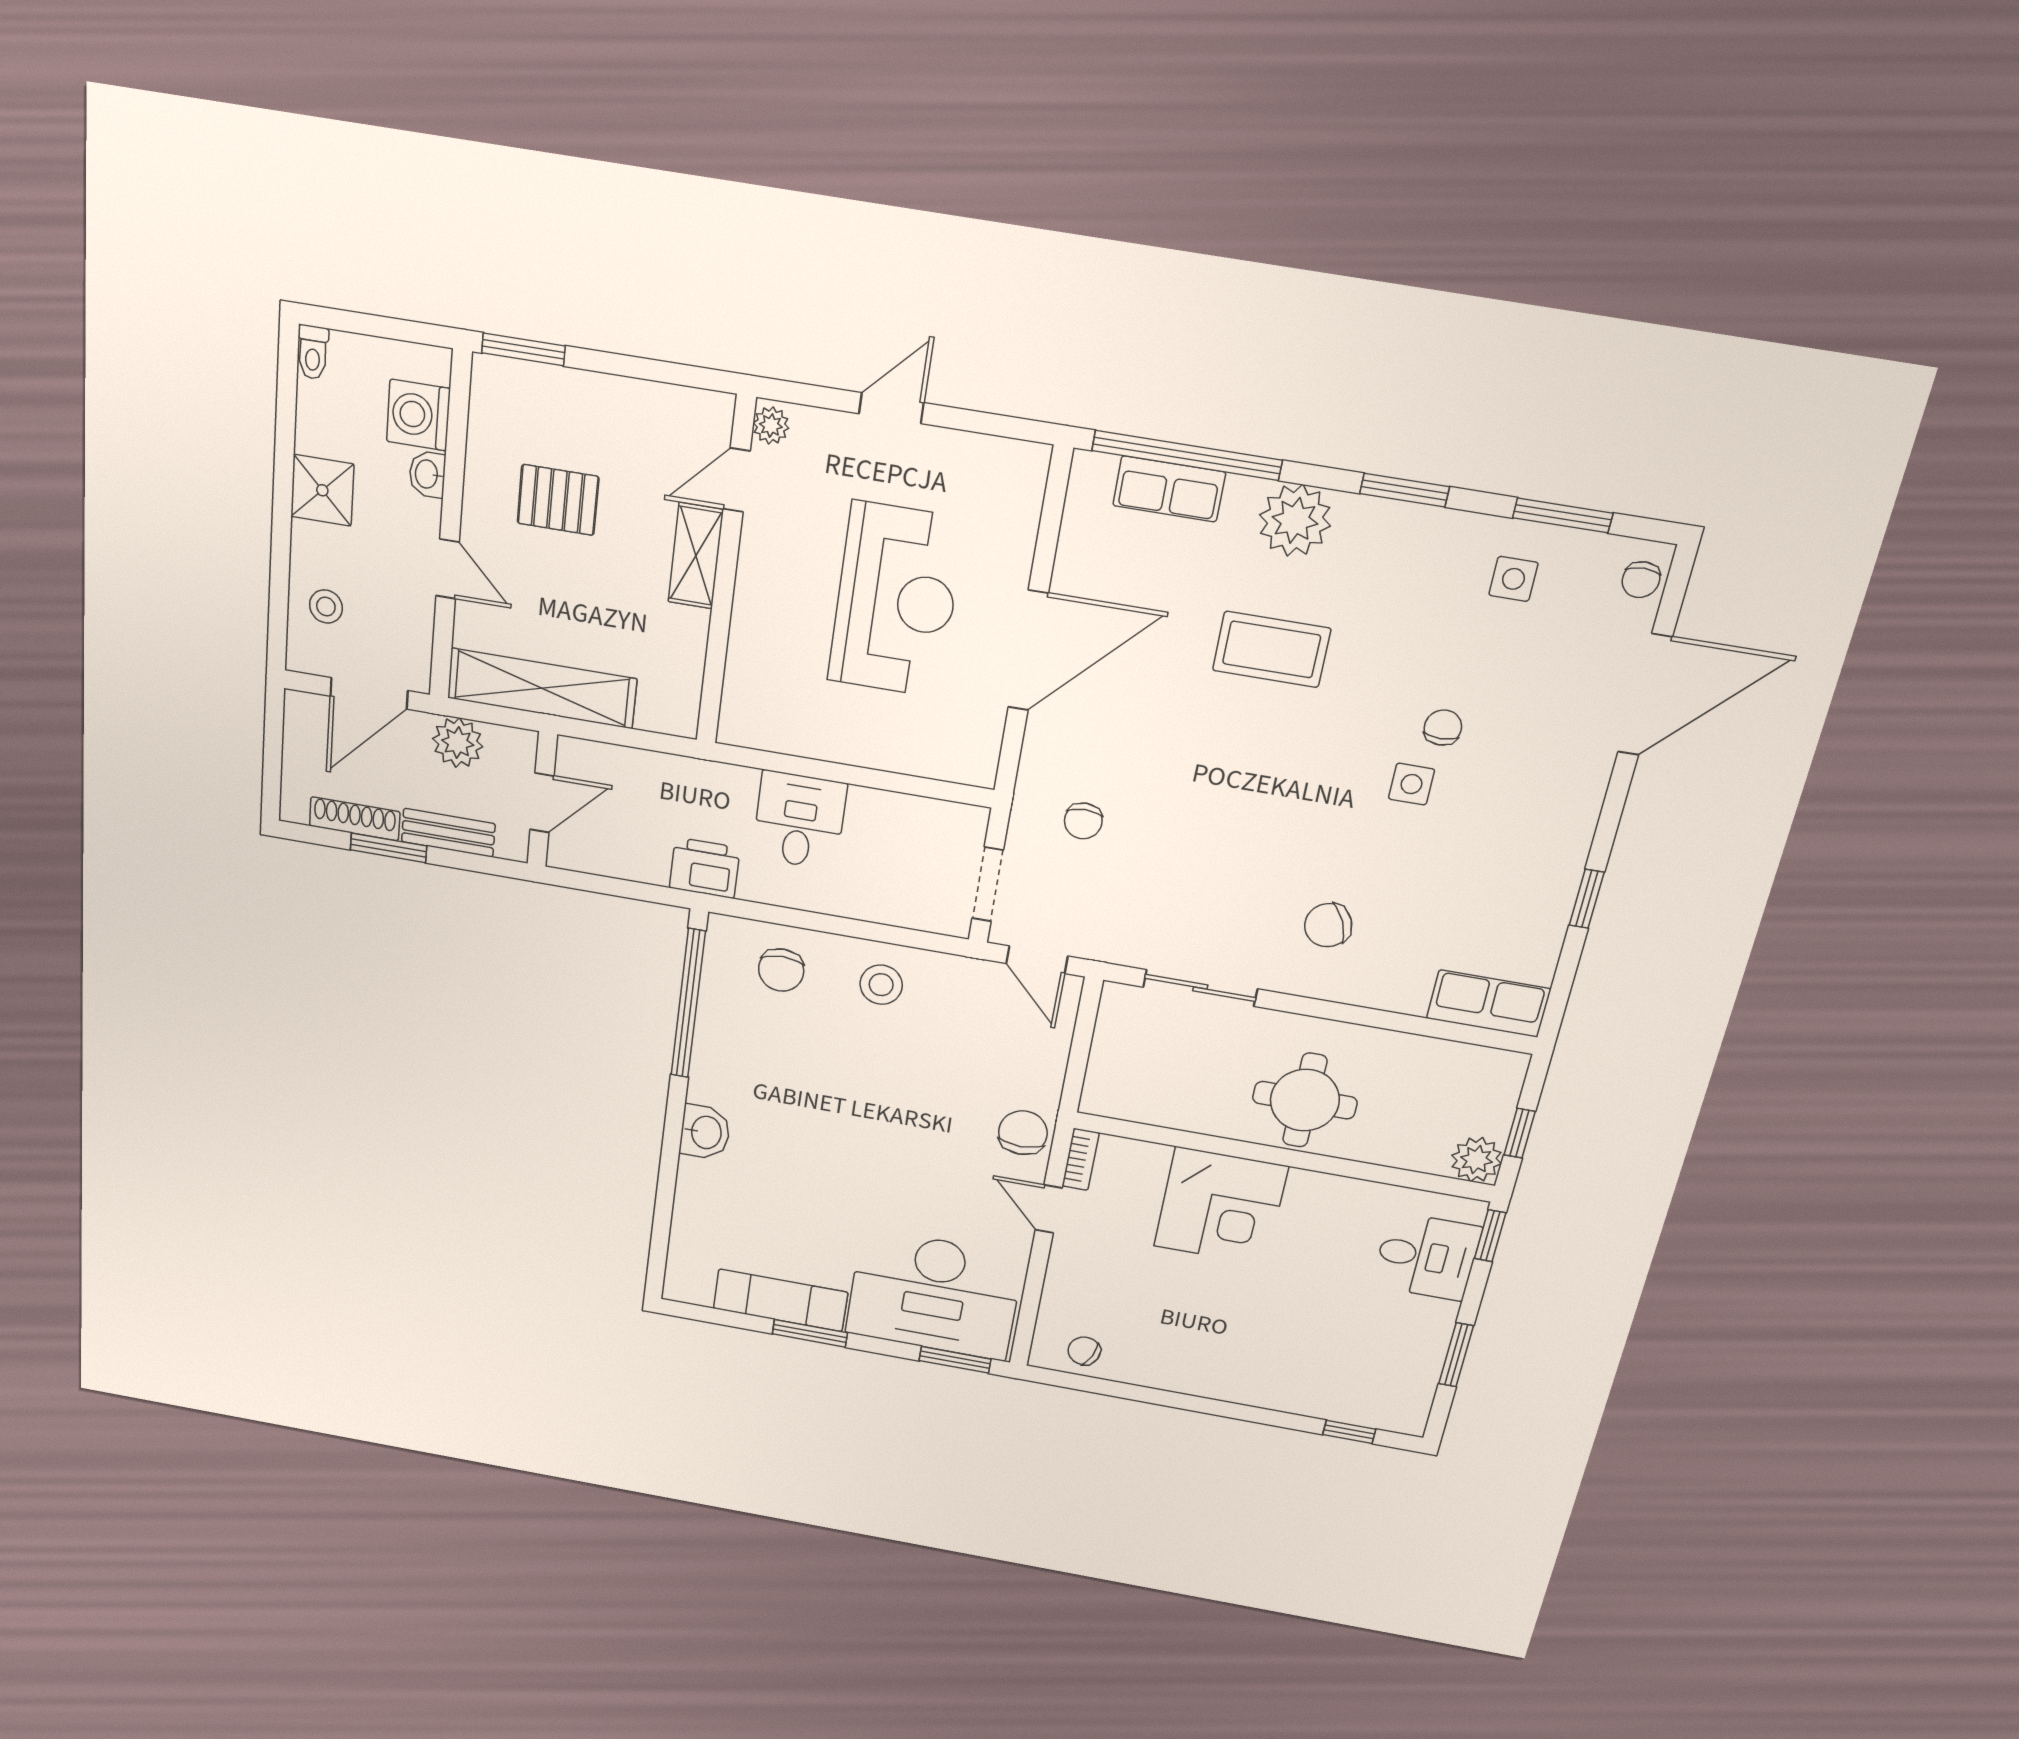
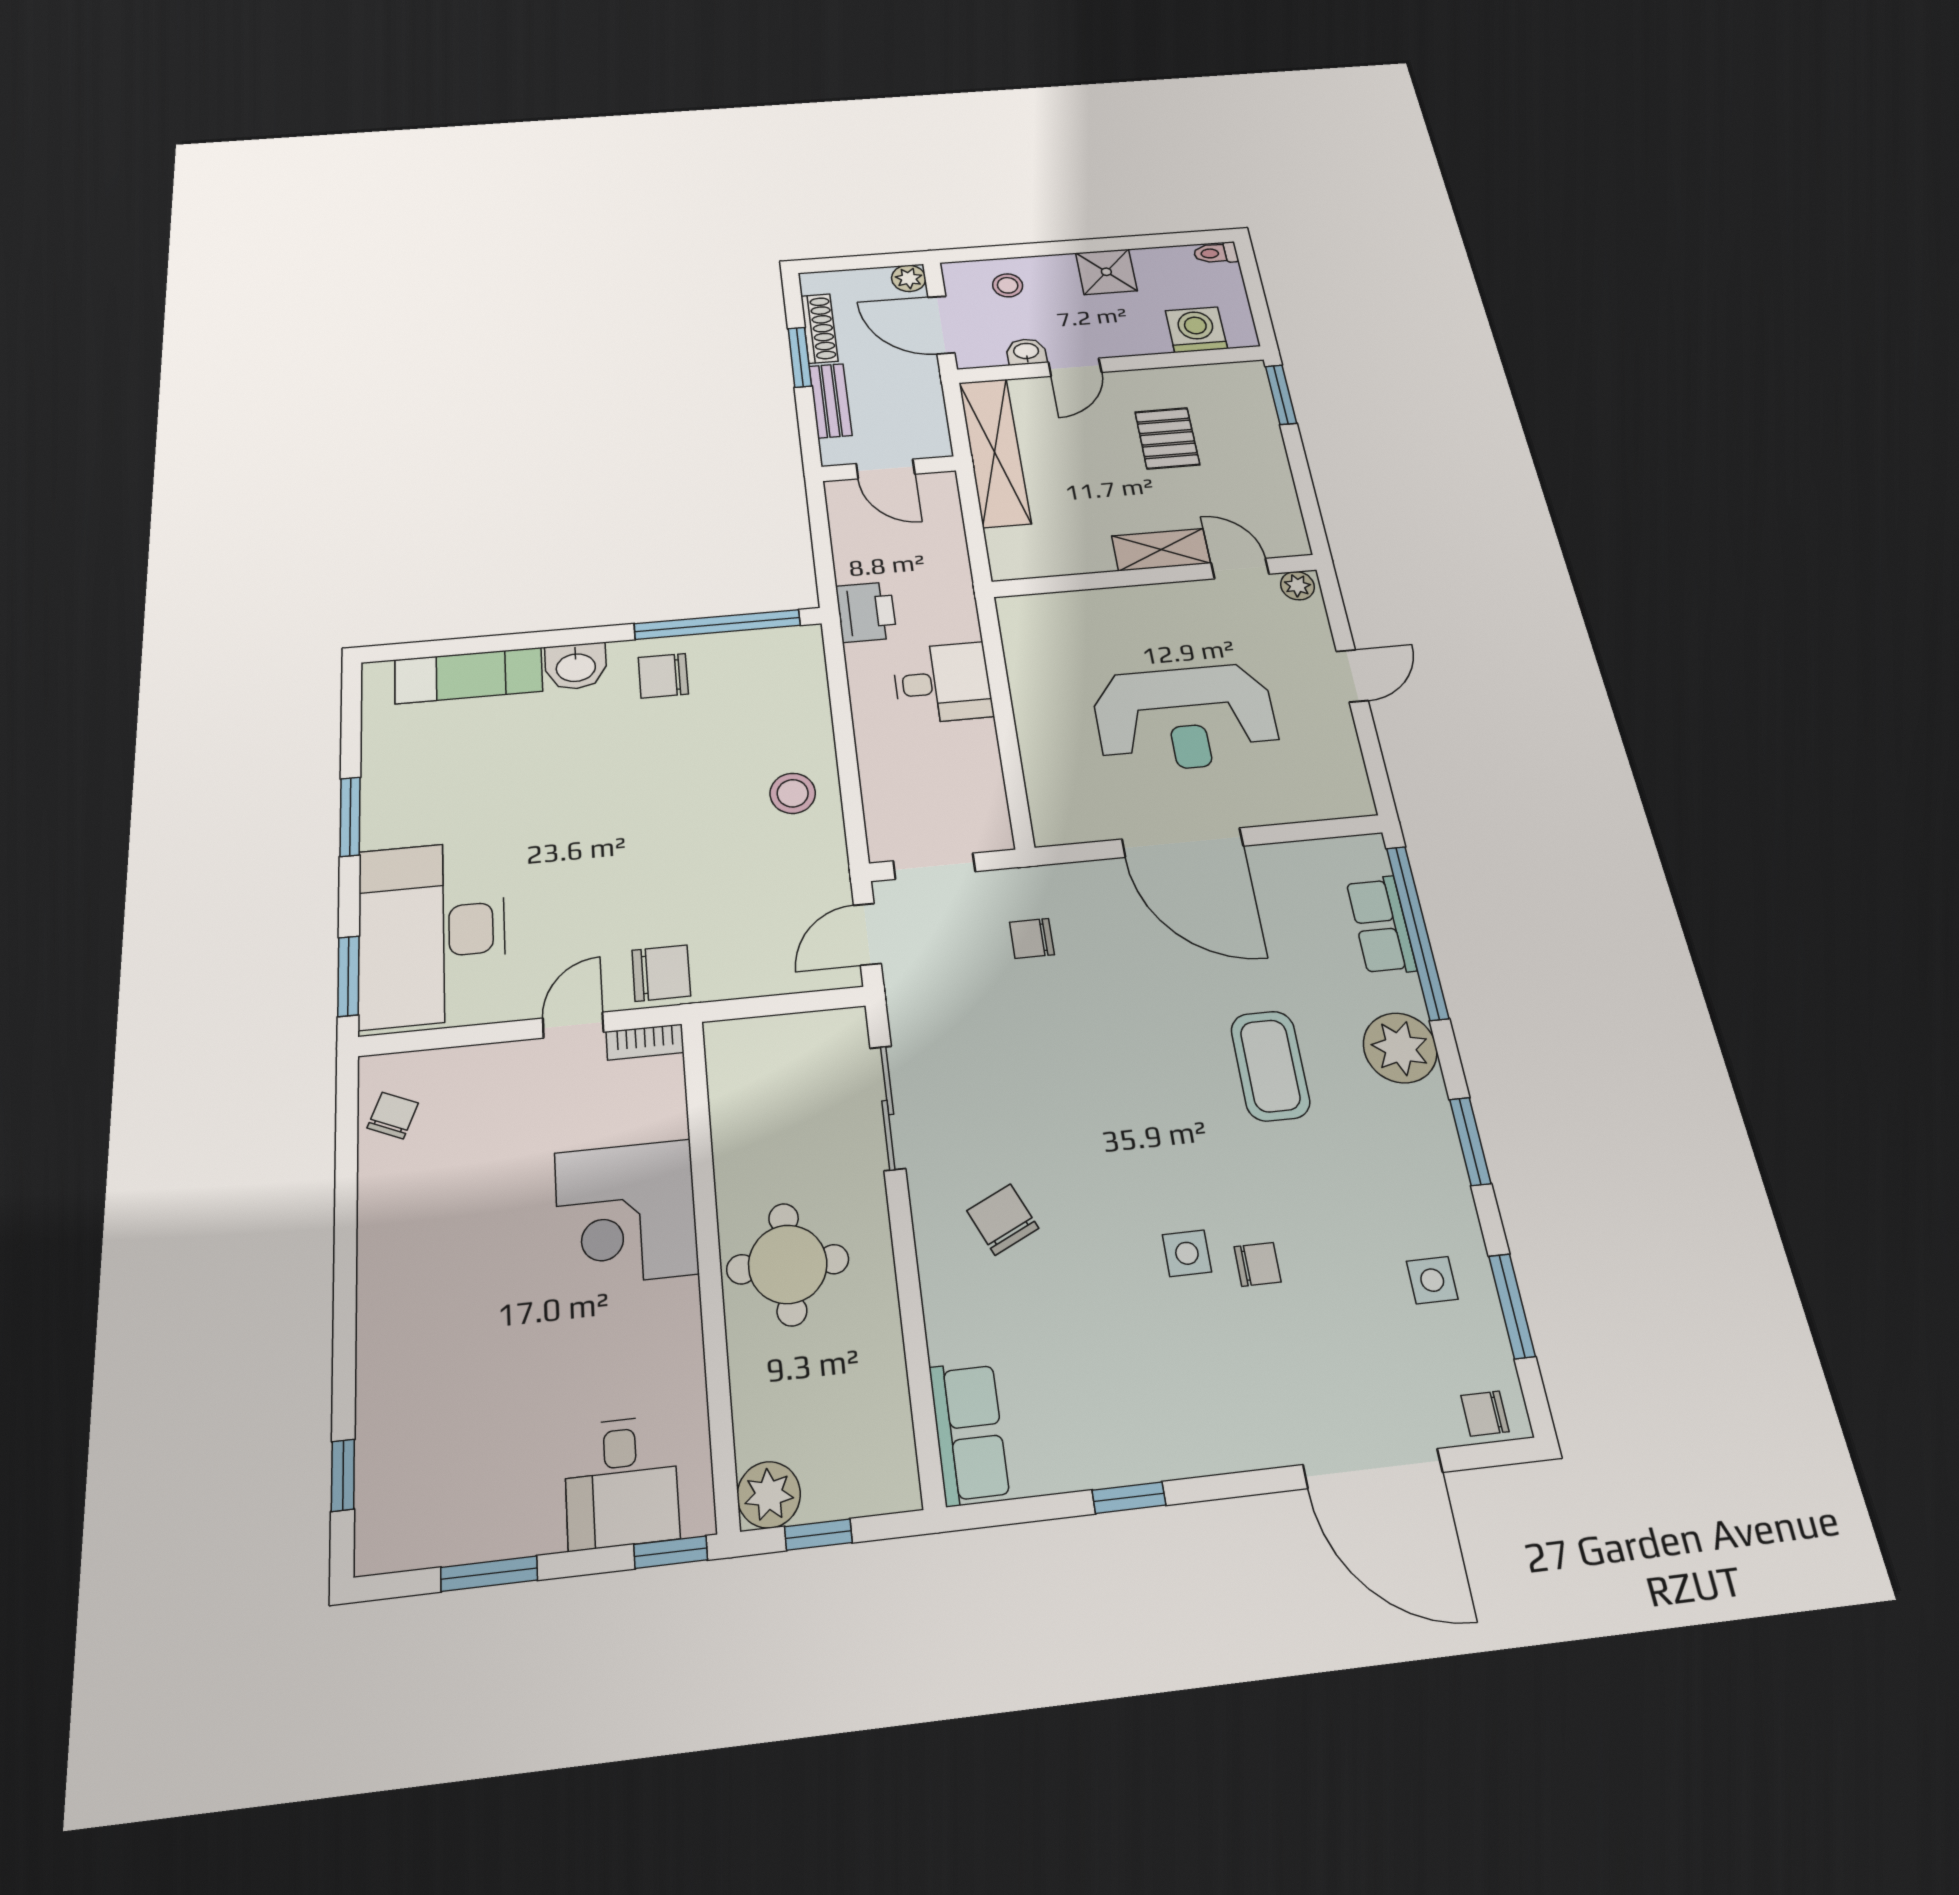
door: (891, 408) -> (1352, 676), hinge flipped
washbasin: (427, 474) -> (1026, 352), moved
plant: (458, 743) -> (909, 278), moved, width x0.73, depth x0.73
chair: (781, 970) -> (663, 676), moved
exam couch: (780, 1300) -> (469, 676), moved, turned 90

